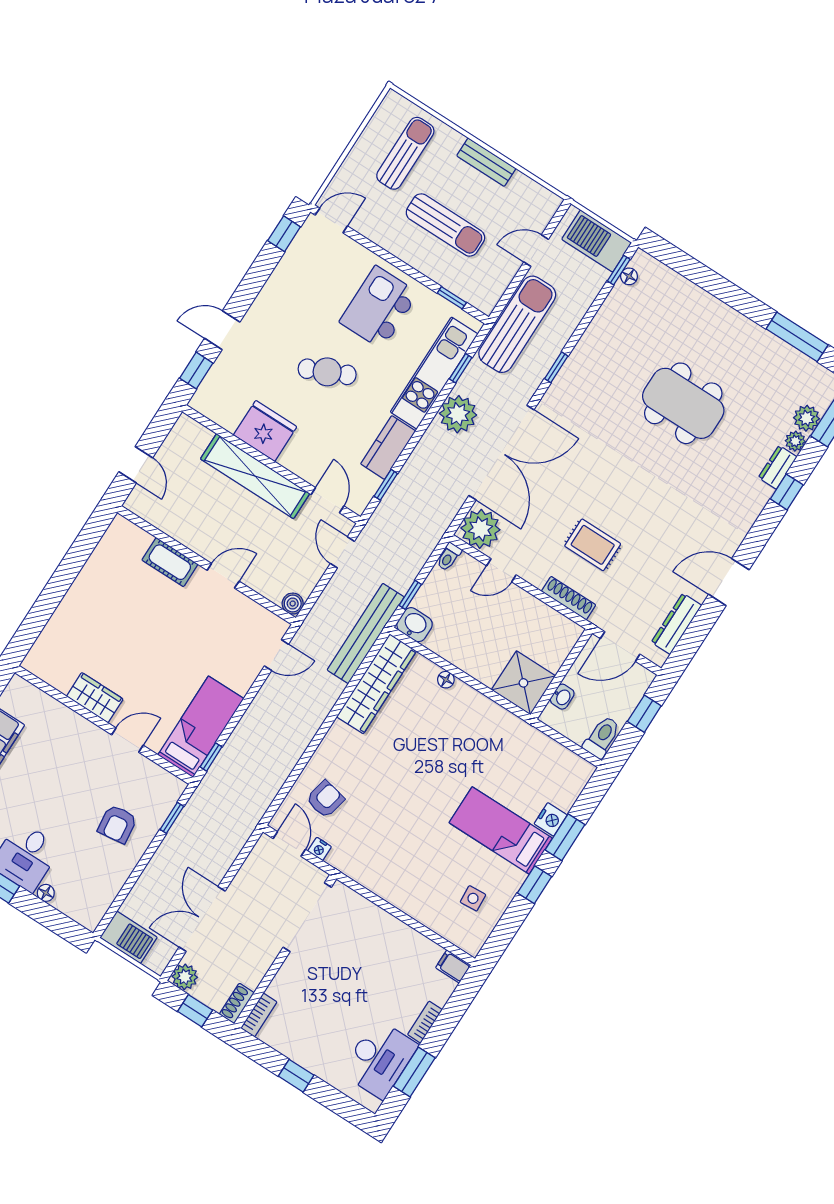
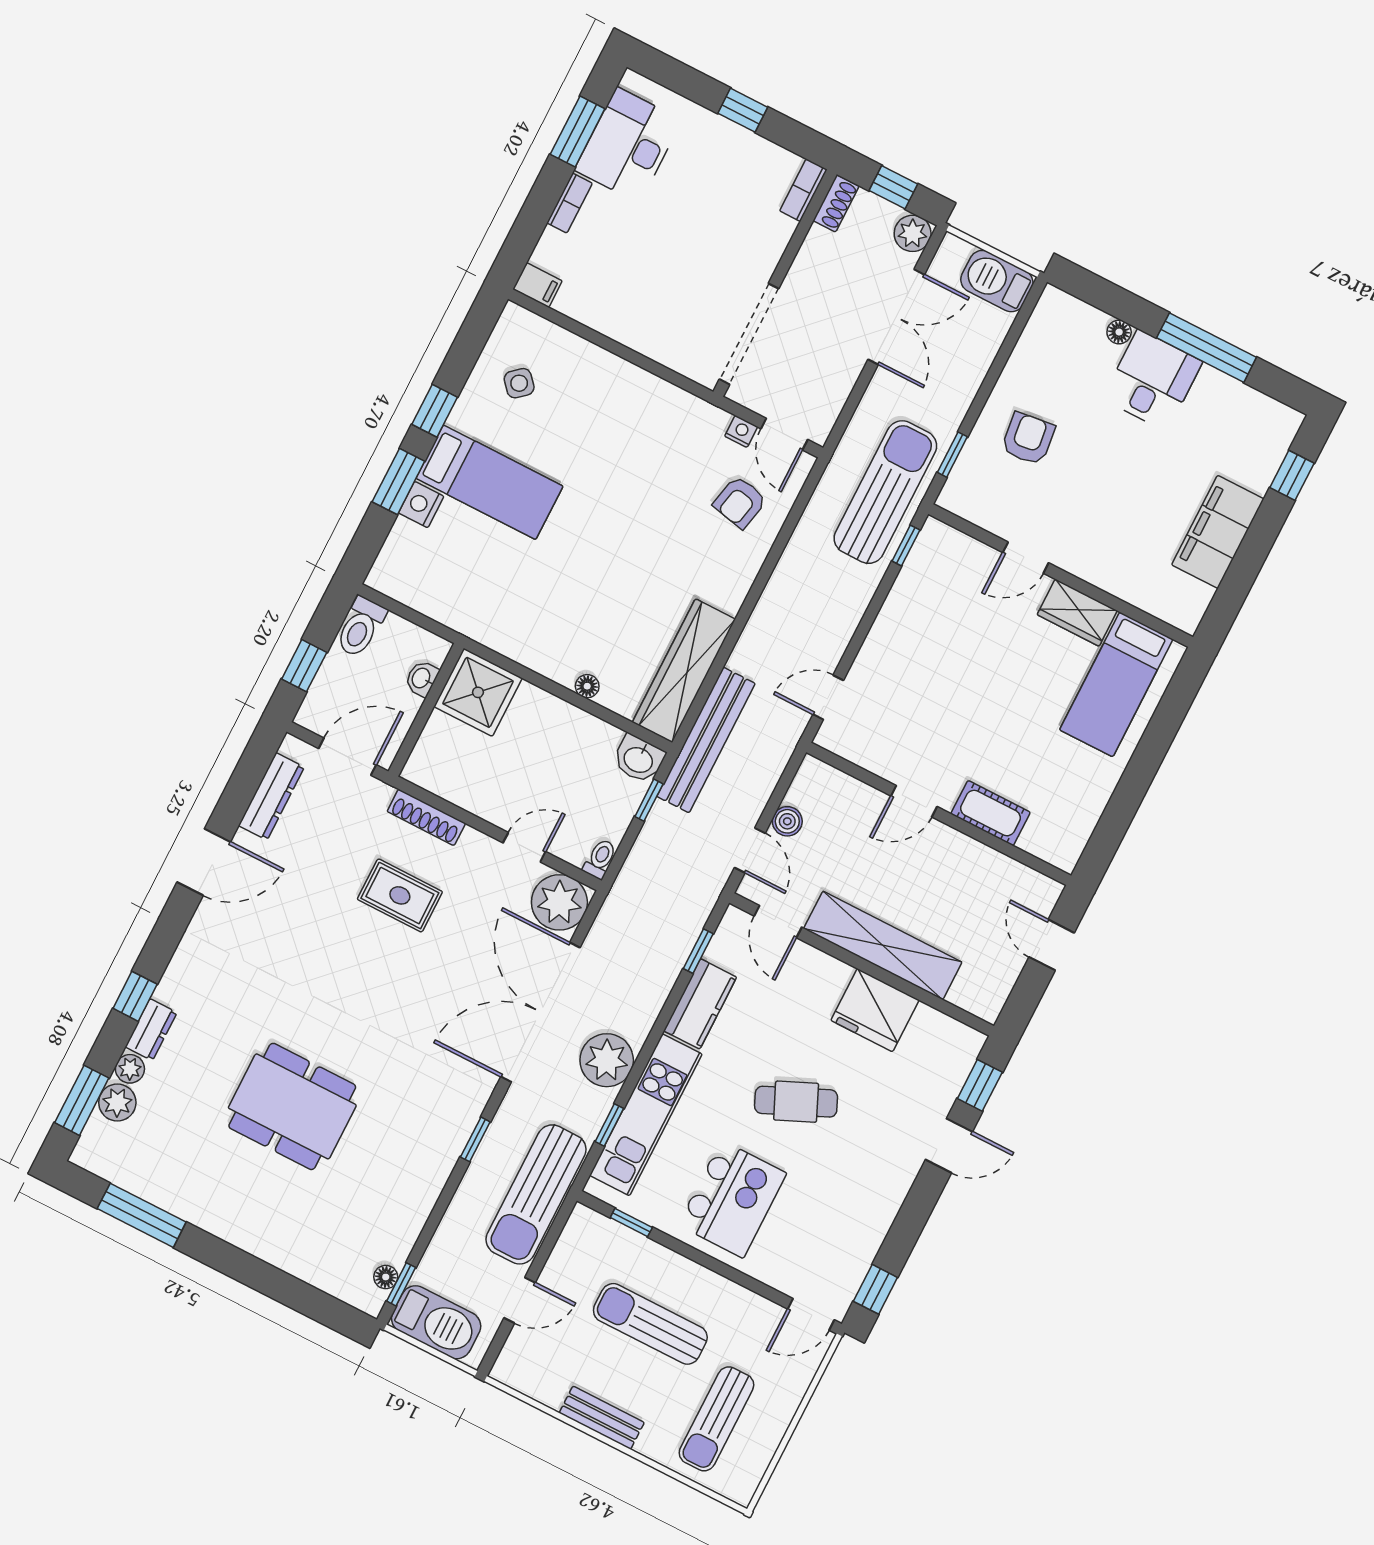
boiler: (293, 604) -> (787, 821), moved
bed: (201, 727) -> (1116, 684), moved
sun lounger: (222, 796) -> (885, 492), added
side table: (473, 898) -> (519, 383), turned -37

